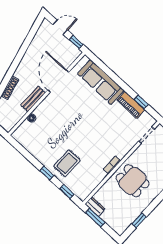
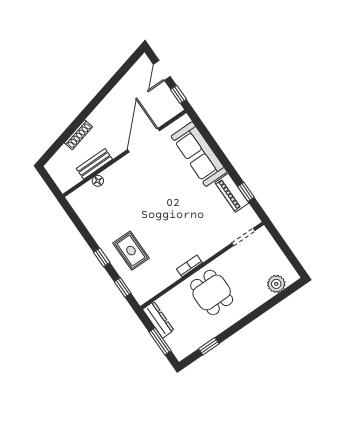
door: (60, 27) -> (162, 70), swing flipped
bench: (33, 99) -> (94, 164), moved
rug: (67, 163) -> (131, 251), turned 90
dresser: (95, 207) -> (158, 320), width x1.44
window: (95, 218) -> (160, 341), moved

